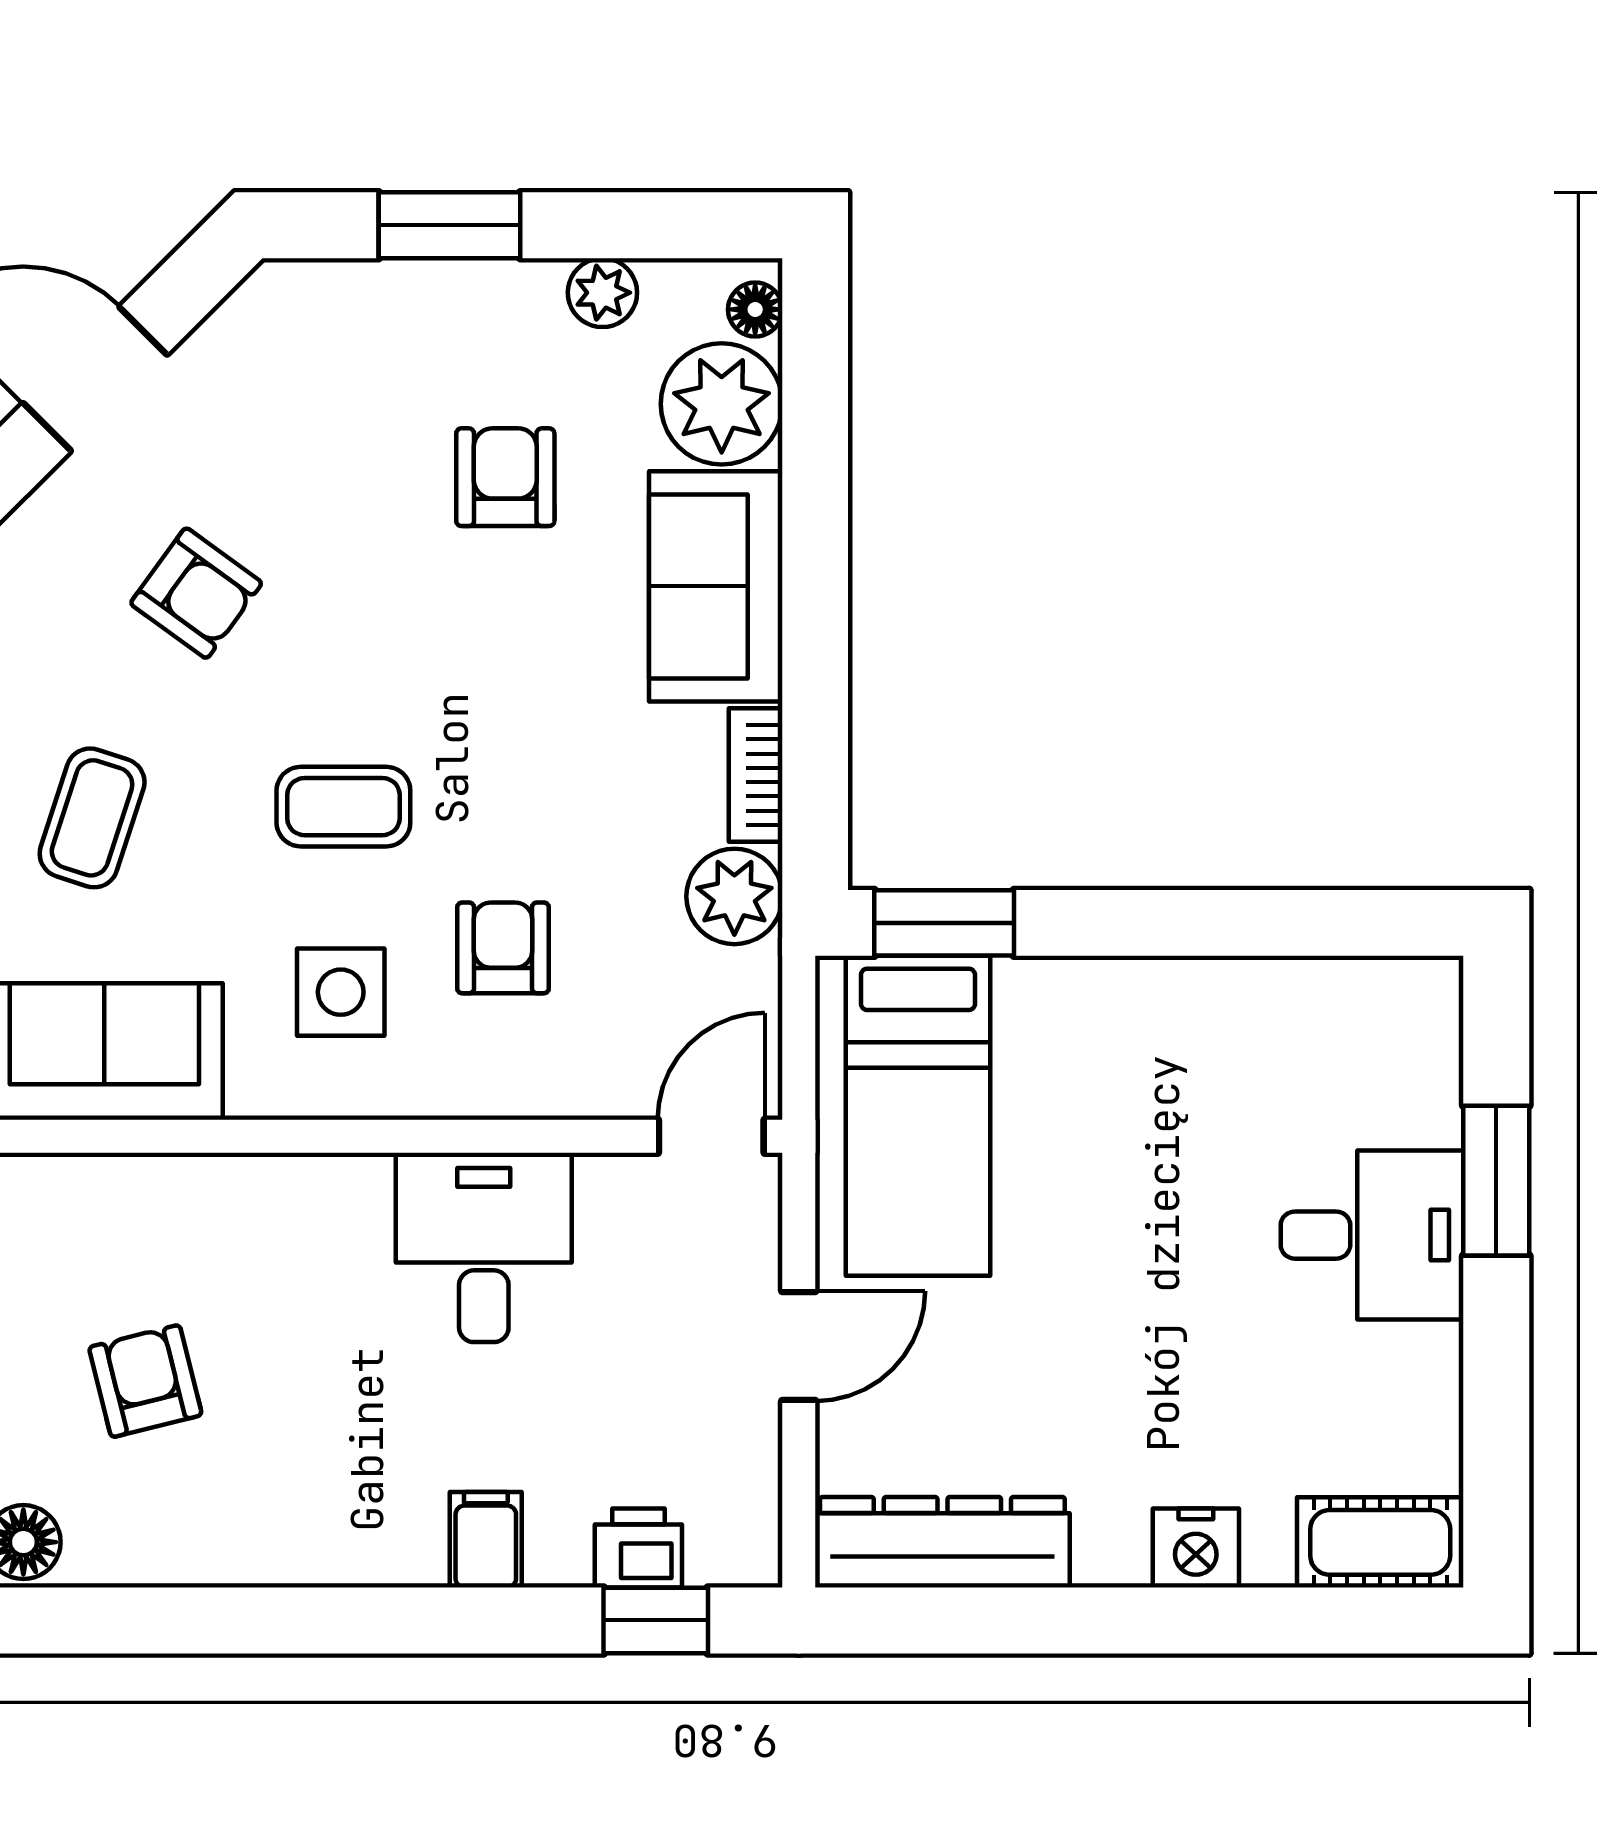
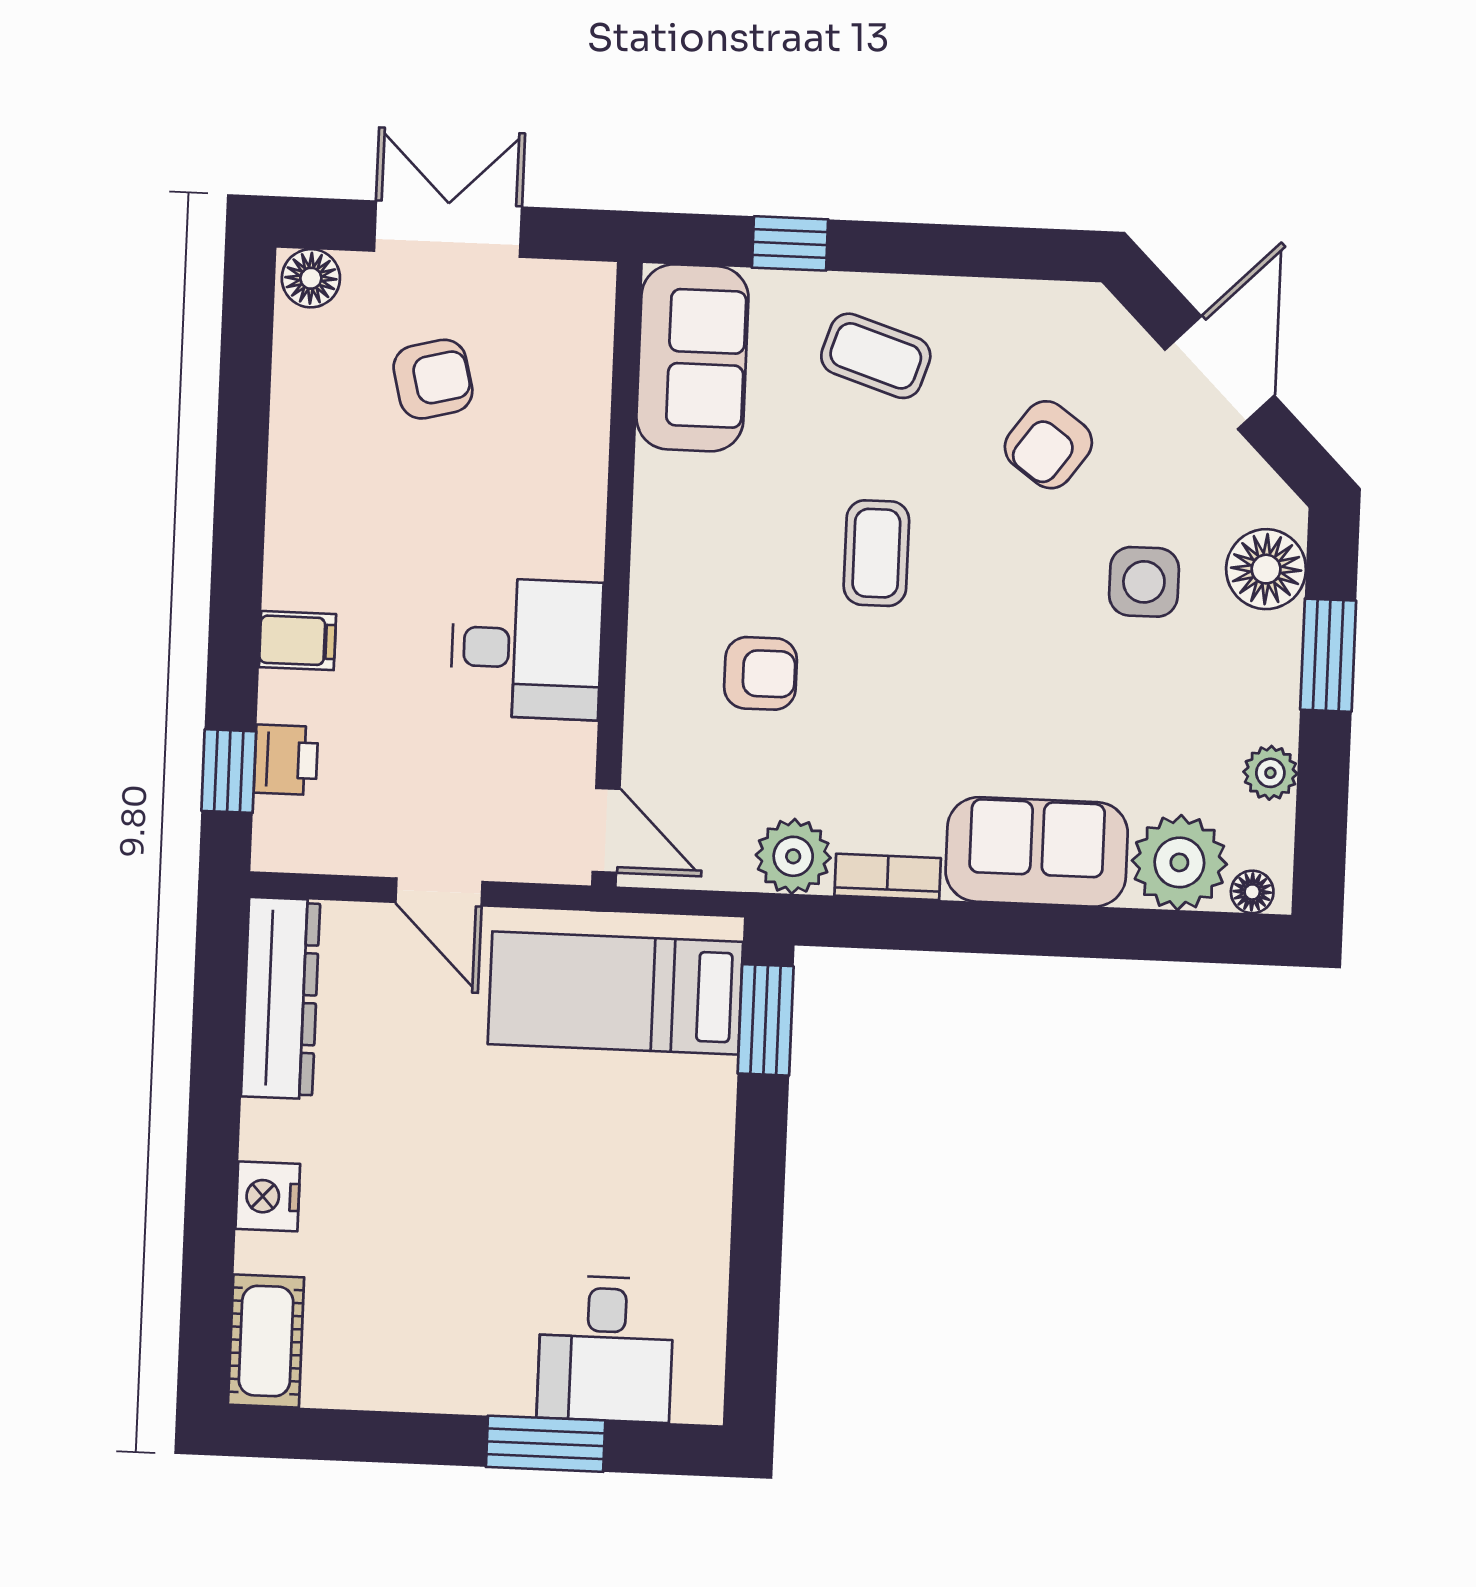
floor lamp: (343, 309) -> (1266, 569), added
armchair: (505, 477) -> (1129, 691), removed
side table: (341, 992) -> (1144, 582), moved
desk: (1372, 1235) -> (606, 1349), moved

